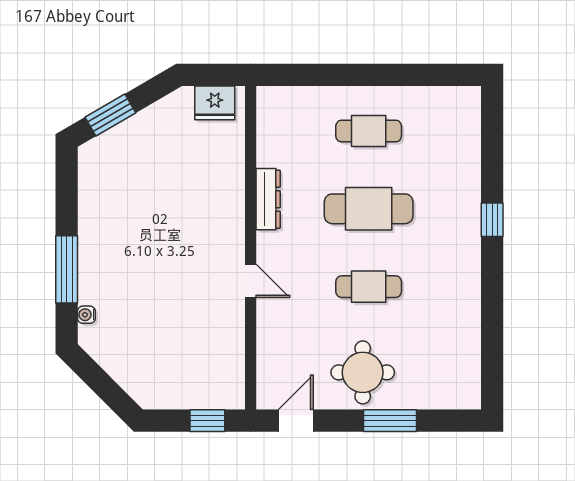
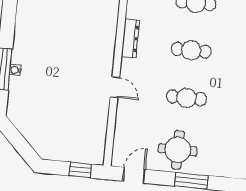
cafe table: (369, 209) -> (191, 50), width x0.73, depth x0.74
water cooler: (86, 315) -> (15, 70), moved

